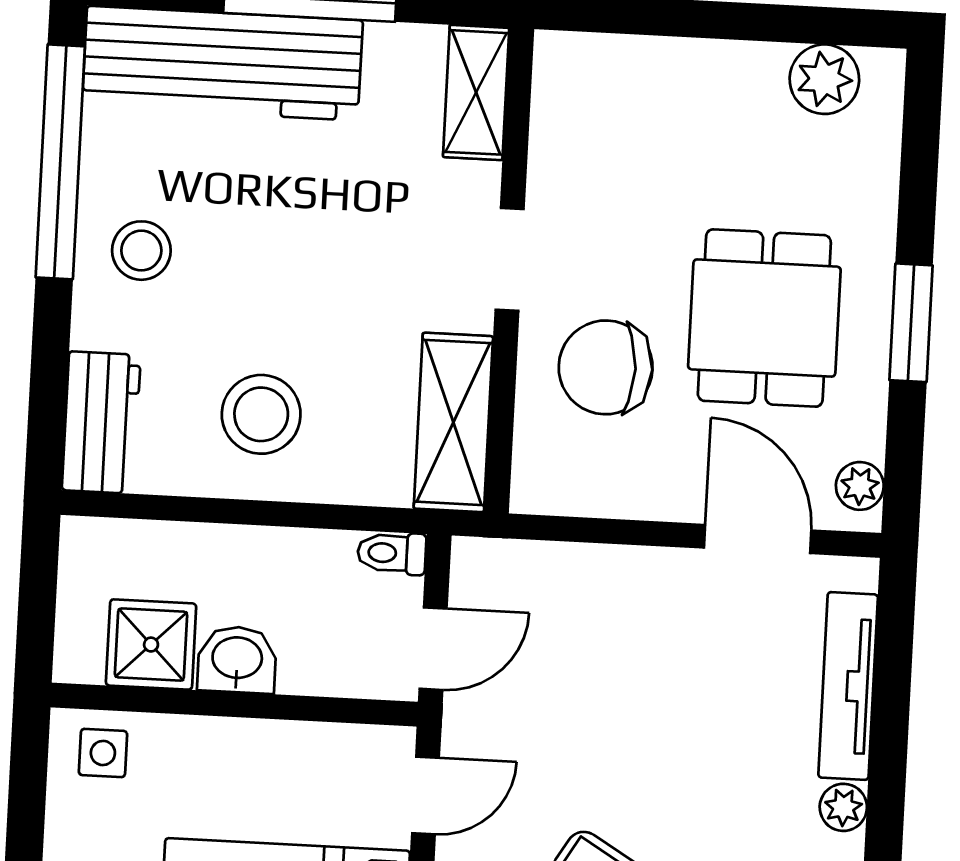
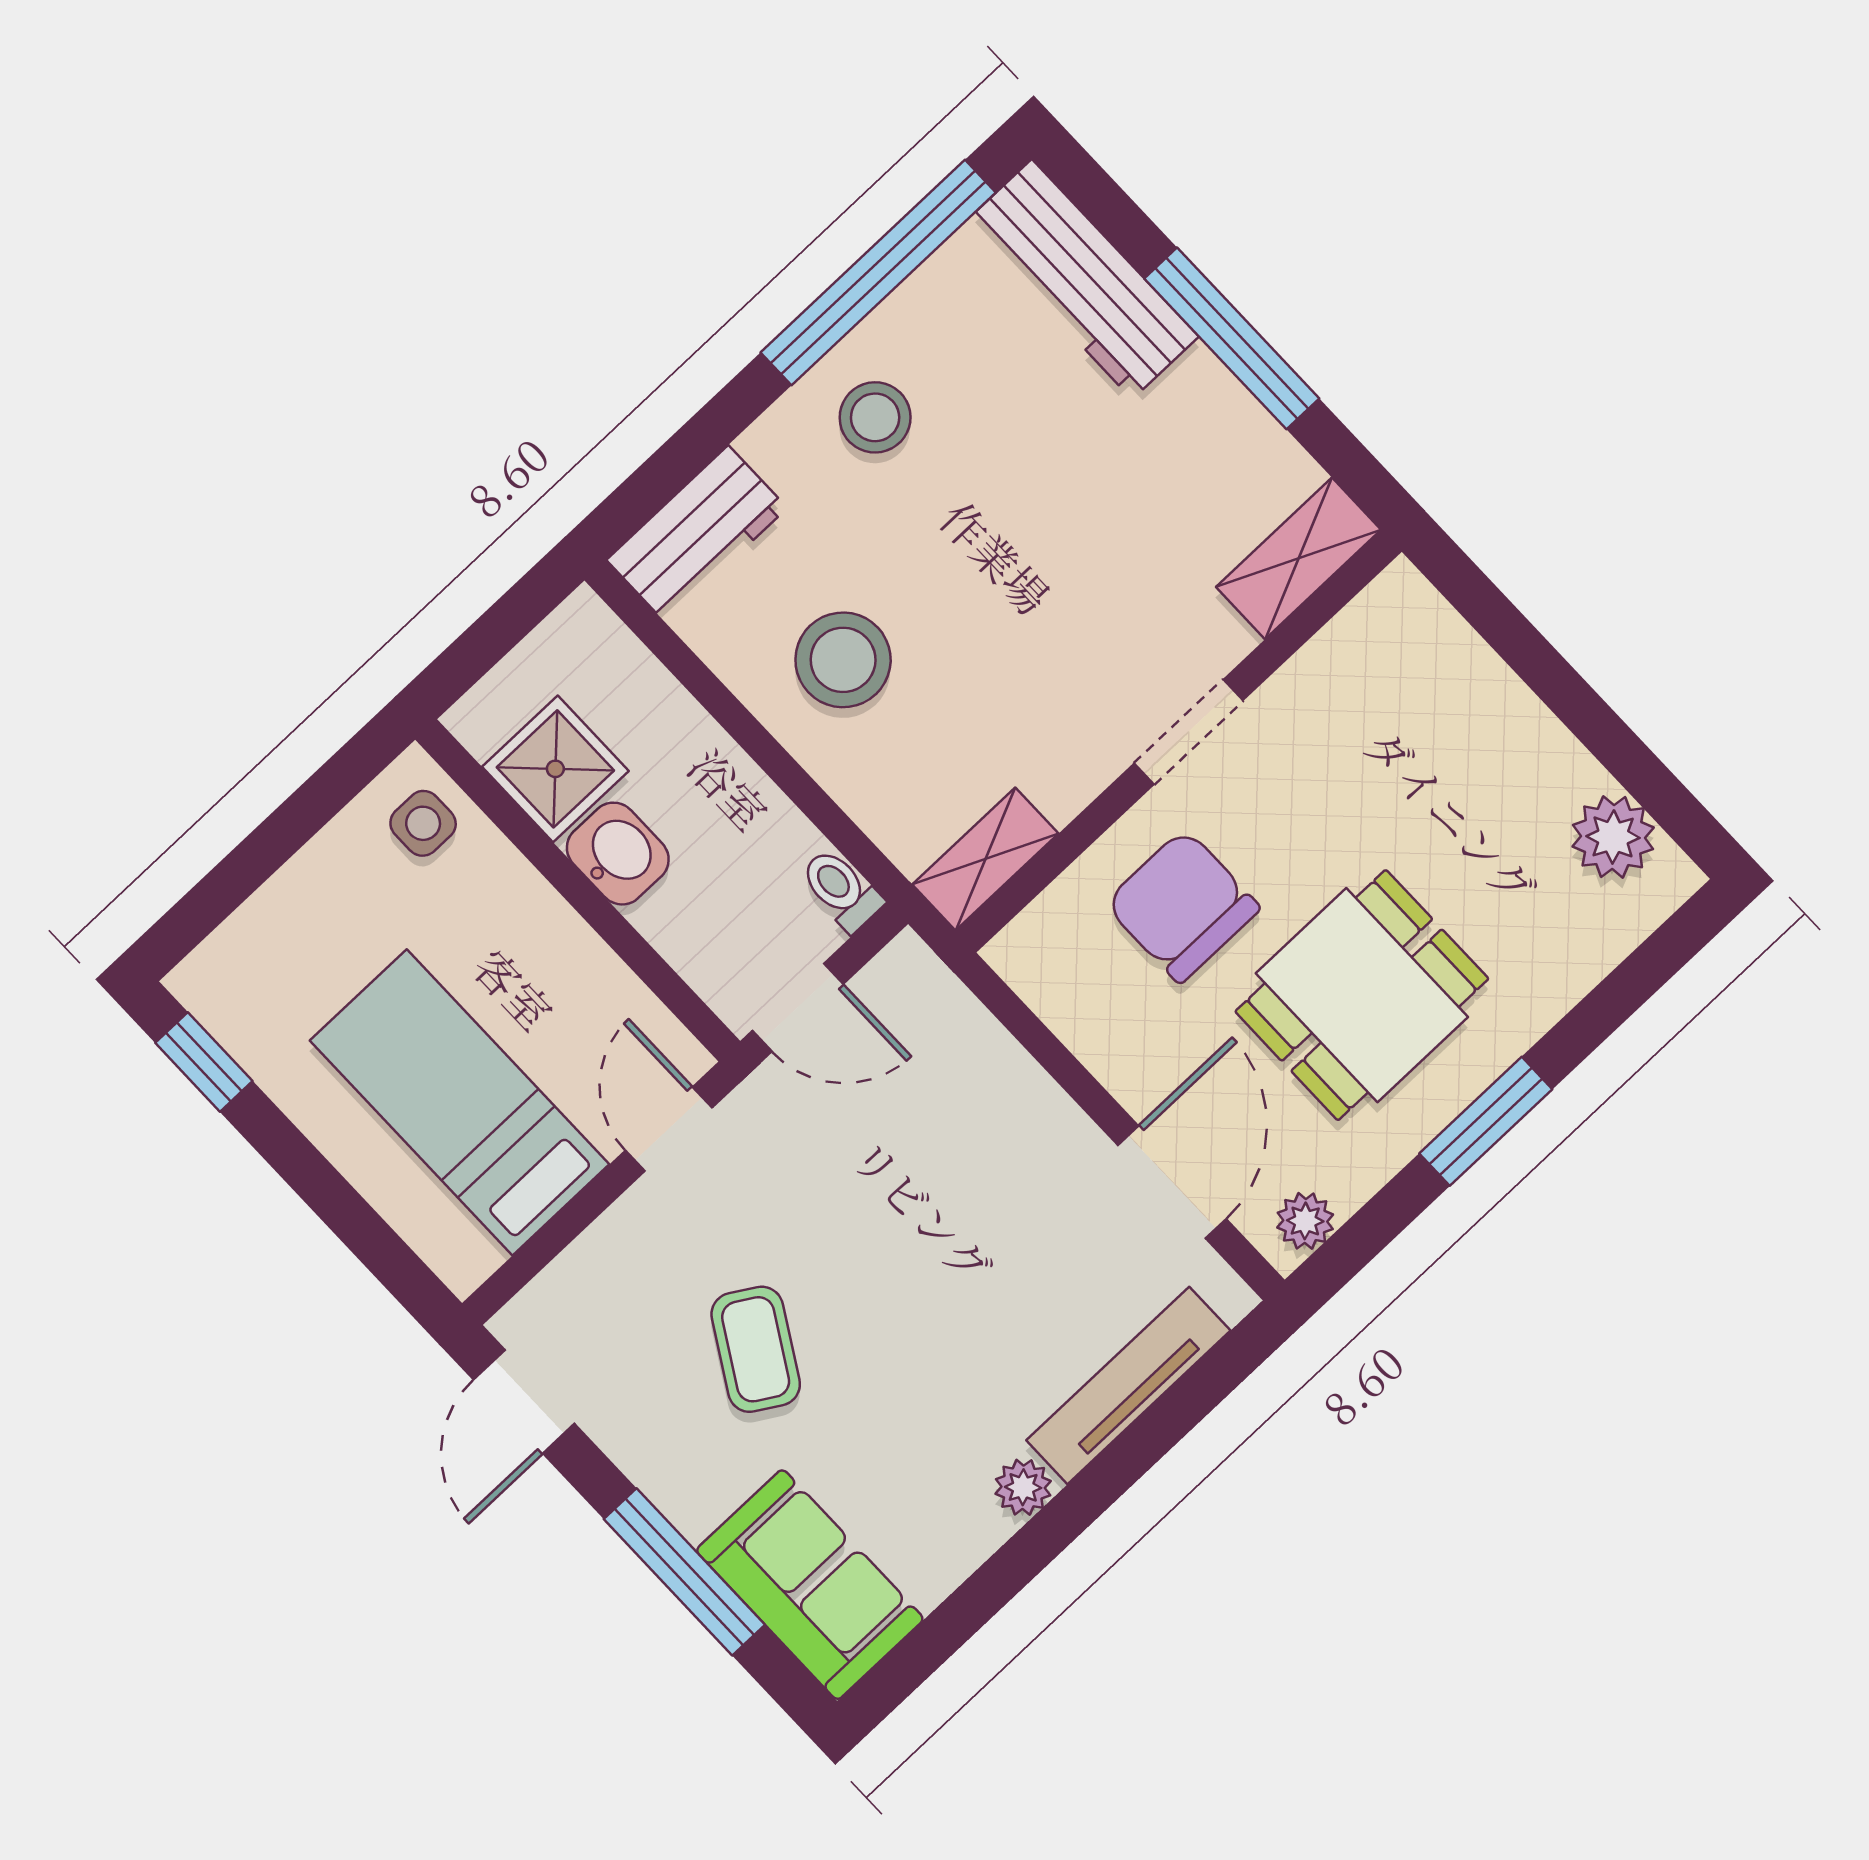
workbench: (222, 63) -> (1082, 279), width x0.73, depth x0.76
shelving: (453, 422) -> (985, 859), width x0.67, depth x0.75
door: (425, 796) -> (669, 1129), swing flipped

